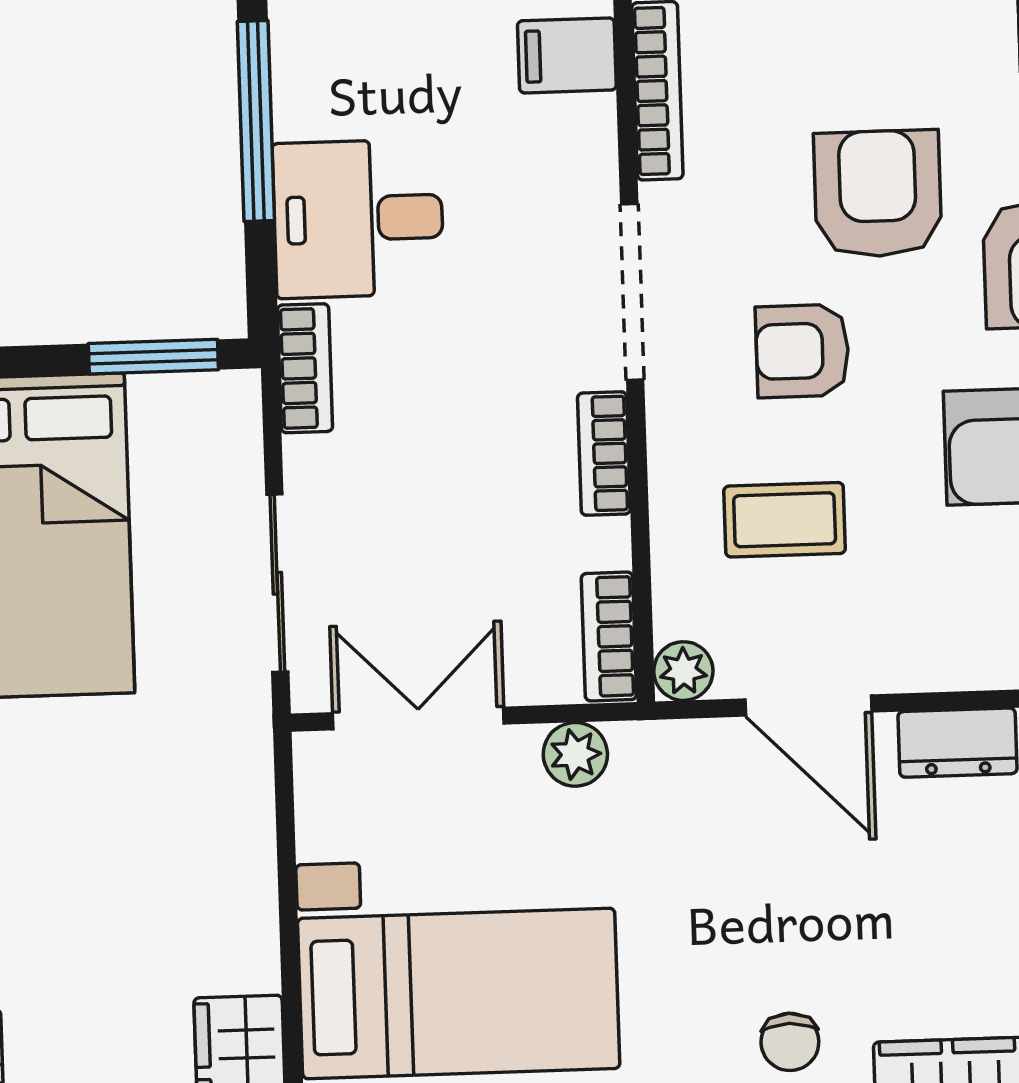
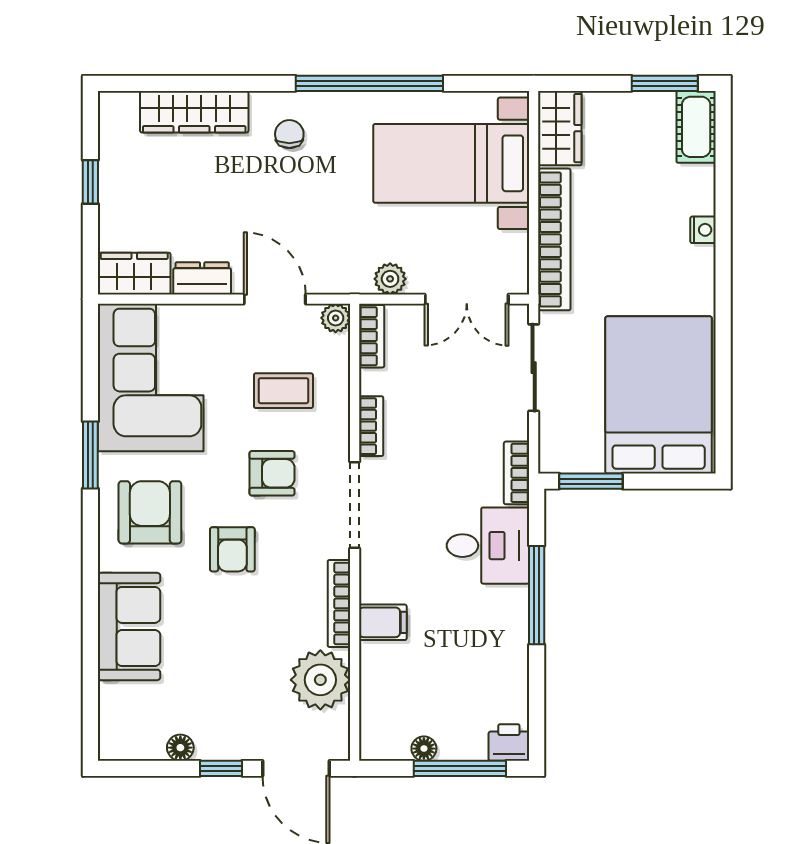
armchair: (878, 194) -> (232, 549), width x0.72, depth x0.72
bookcase: (244, 846) -> (554, 239), added

